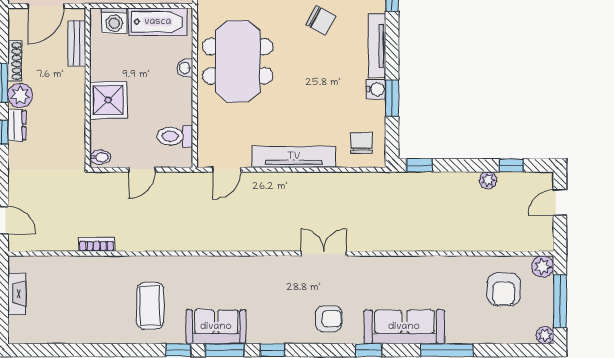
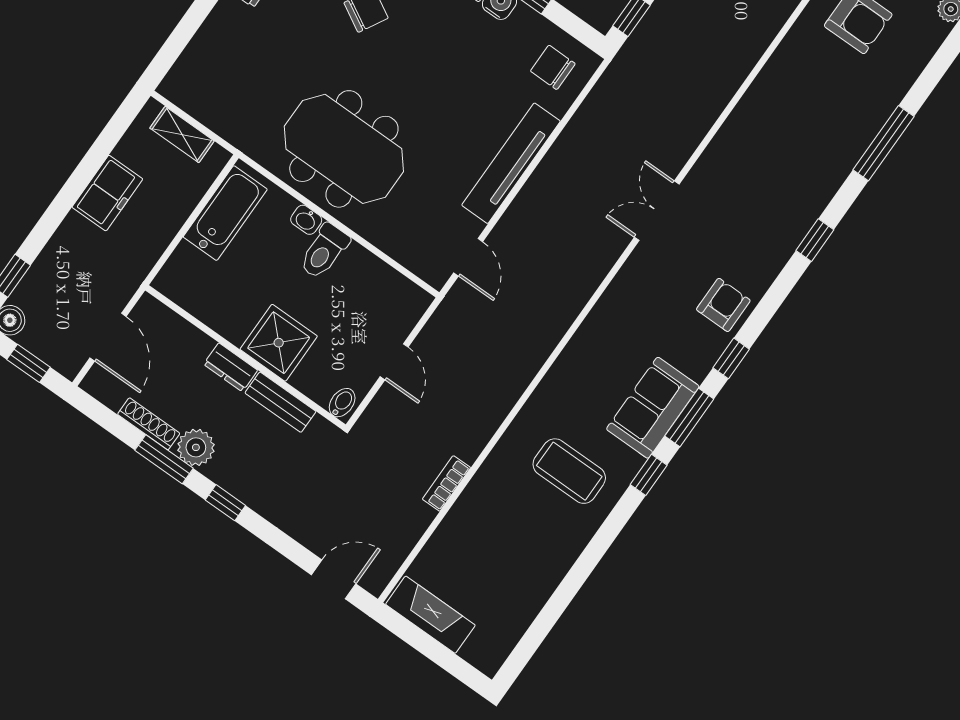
washing machine: (114, 21) -> (186, 266), removed
bench: (77, 43) -> (280, 402), moved
dresser: (17, 125) -> (231, 367), moved, turned 180
toilet: (175, 136) -> (324, 251), moved
fireplace: (17, 293) -> (430, 615), width x1.37, depth x1.32
armchair: (329, 319) -> (723, 305), moved
sofa: (404, 327) -> (817, 175), removed

